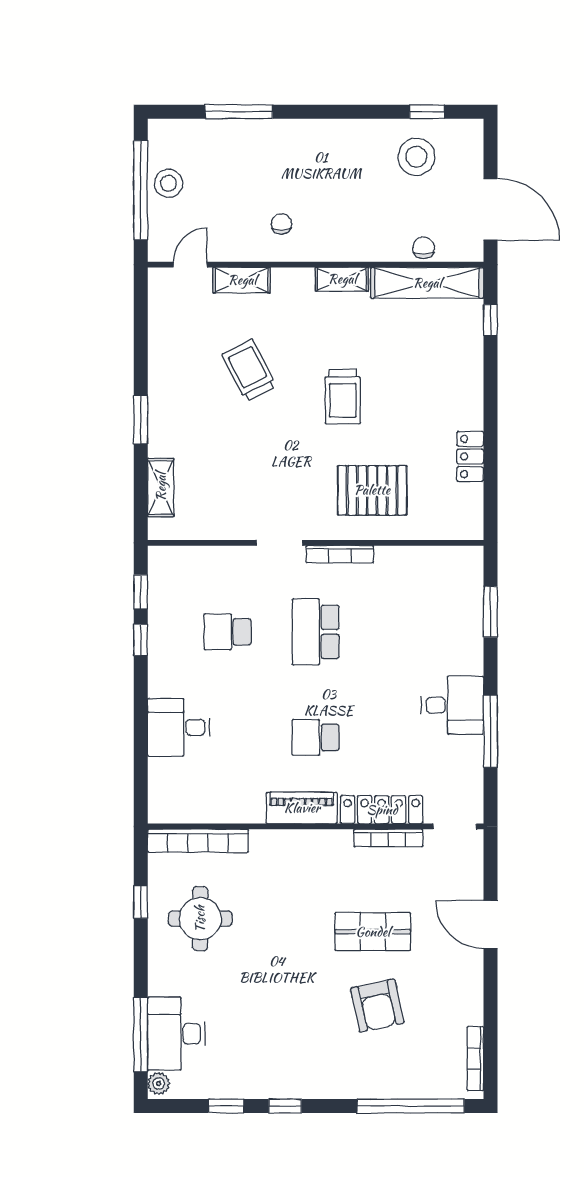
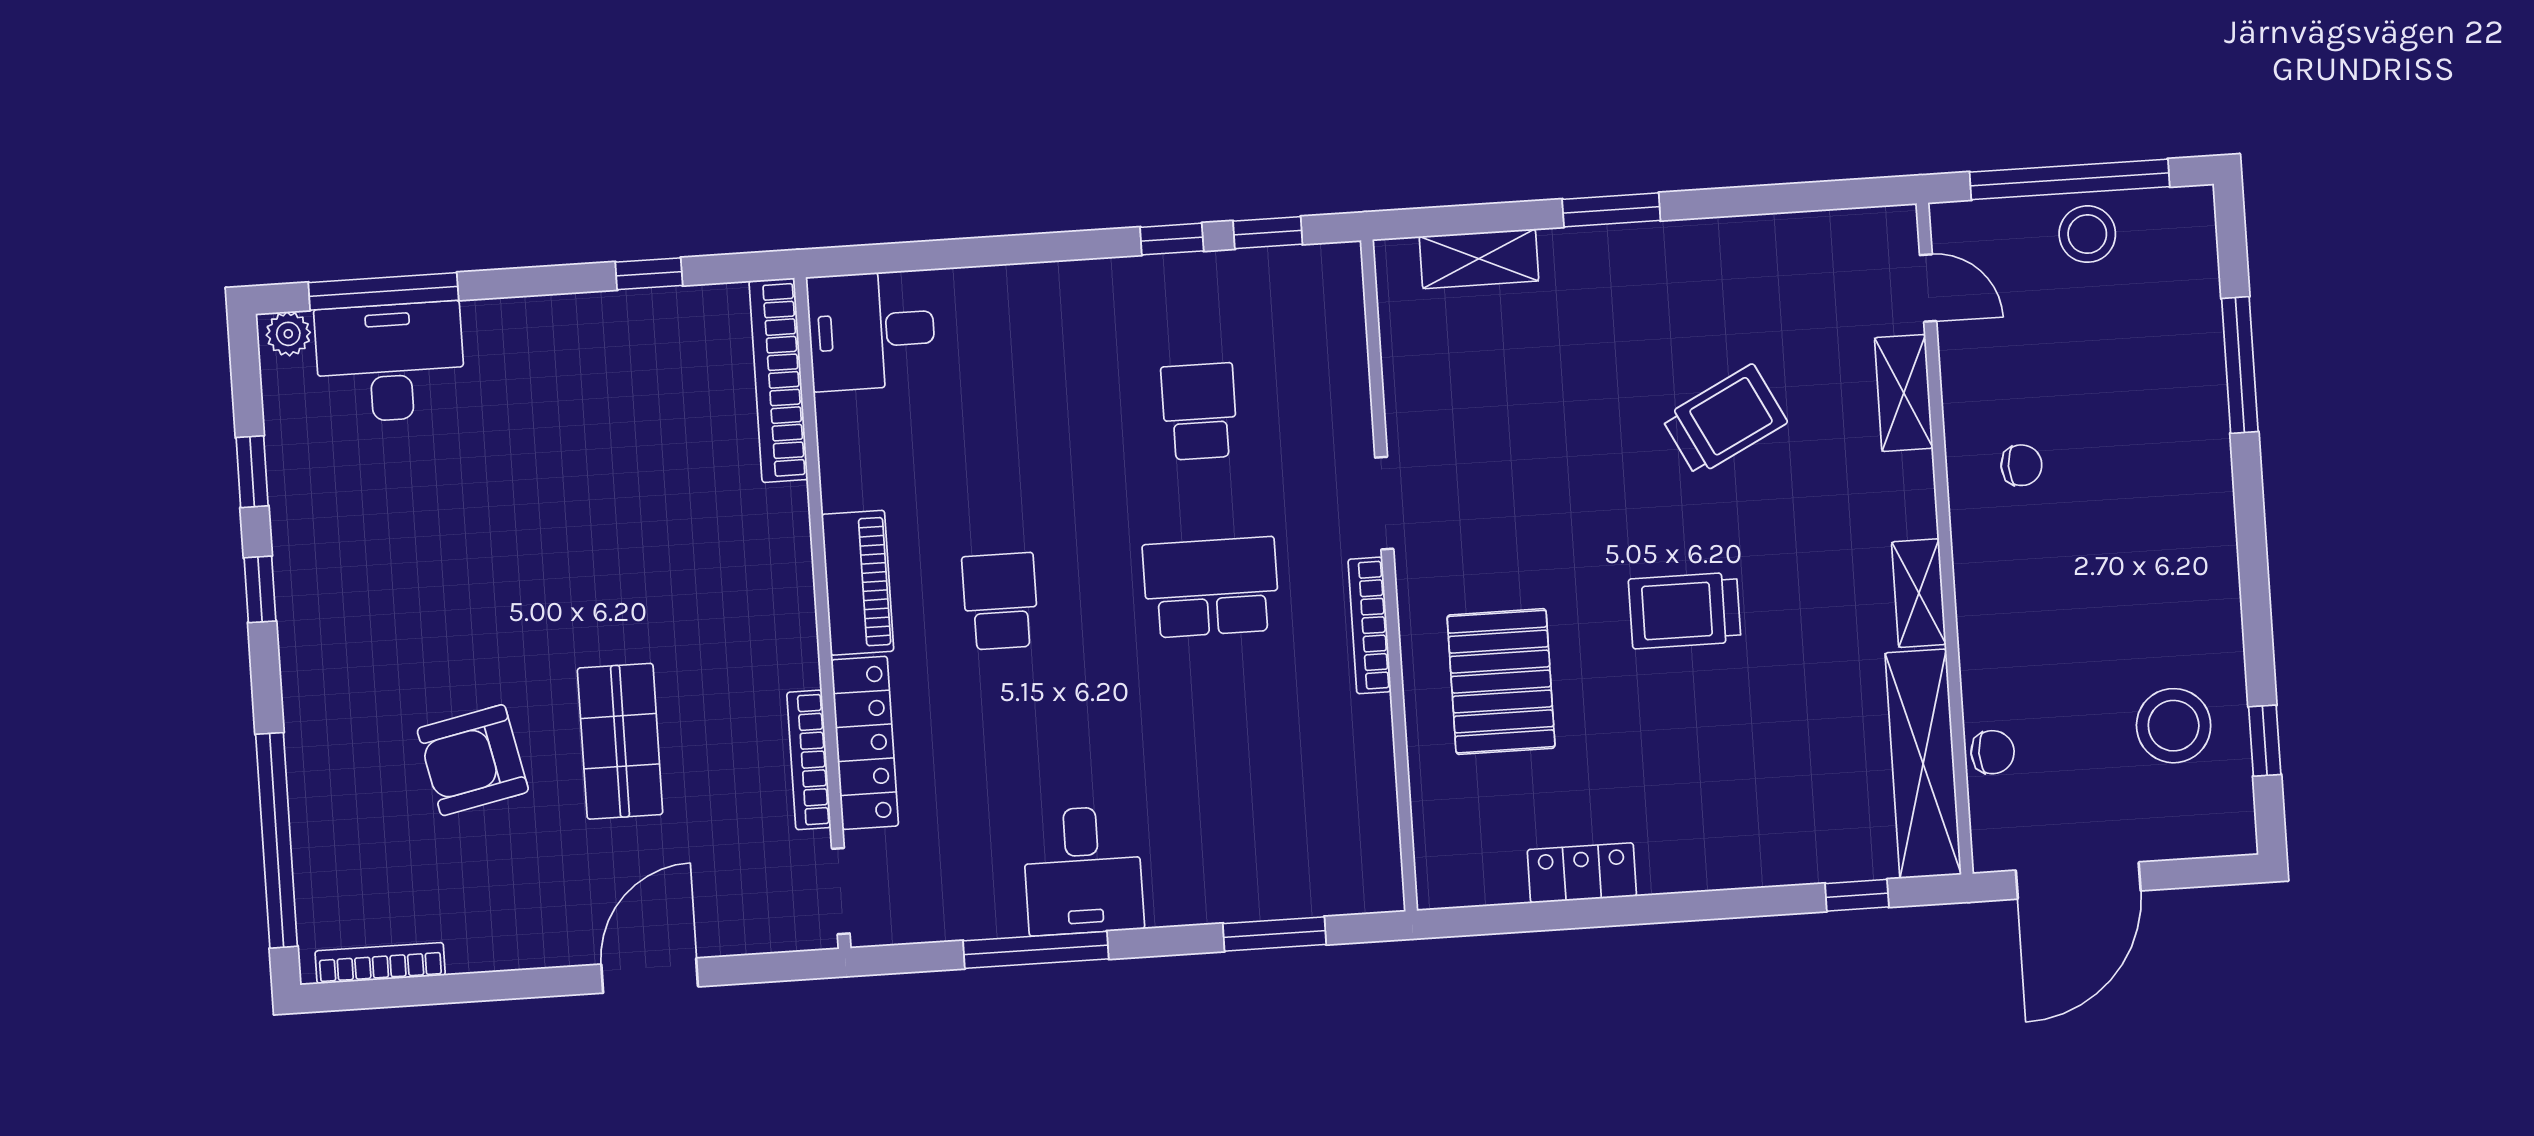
desk: (179, 727) -> (871, 331), moved, turned -90
round table: (200, 919) -> (623, 395), removed

